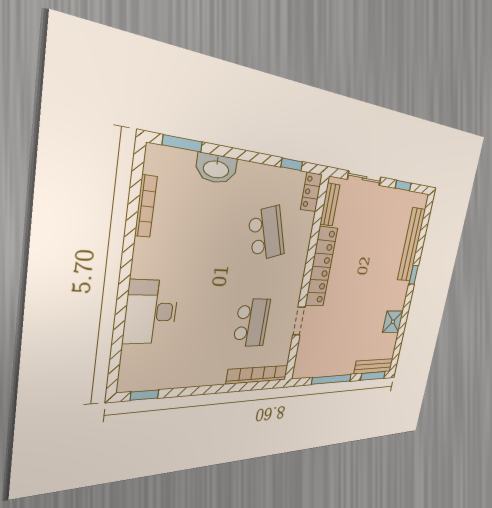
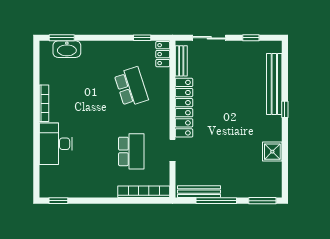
washbasin: (216, 169) -> (67, 49), moved
bookcase: (146, 206) -> (44, 103), moved
bench: (374, 366) -> (199, 192), moved

